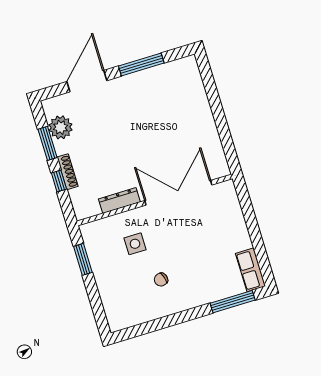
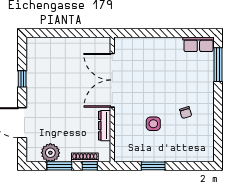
window: (141, 65) -> (22, 79), width x0.46
double door: (178, 193) -> (112, 80), moved
wall: (155, 200) -> (112, 99), moved
dresser: (119, 201) -> (105, 126), moved

